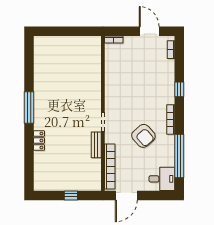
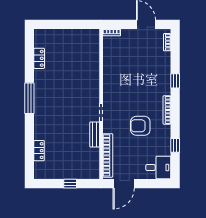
locker: (39, 66) -> (39, 58), added
armchair: (143, 136) -> (140, 126), turned 132
locker: (39, 141) -> (39, 151), moved
window: (179, 156) -> (175, 145), width x0.32

